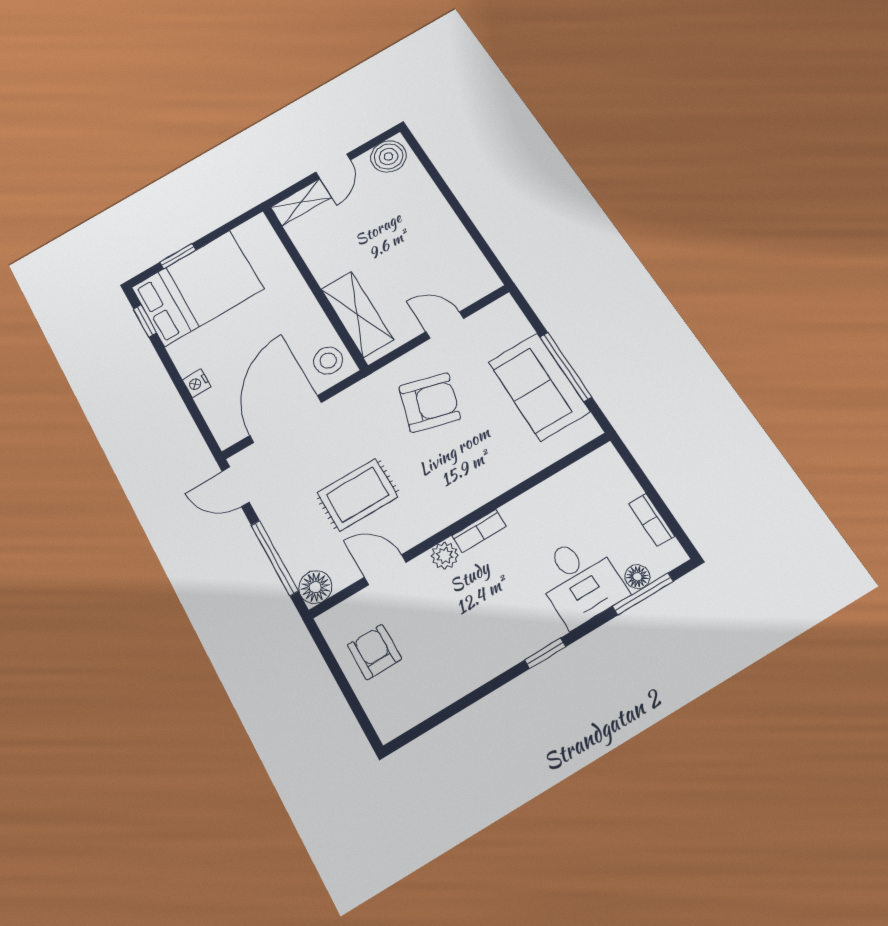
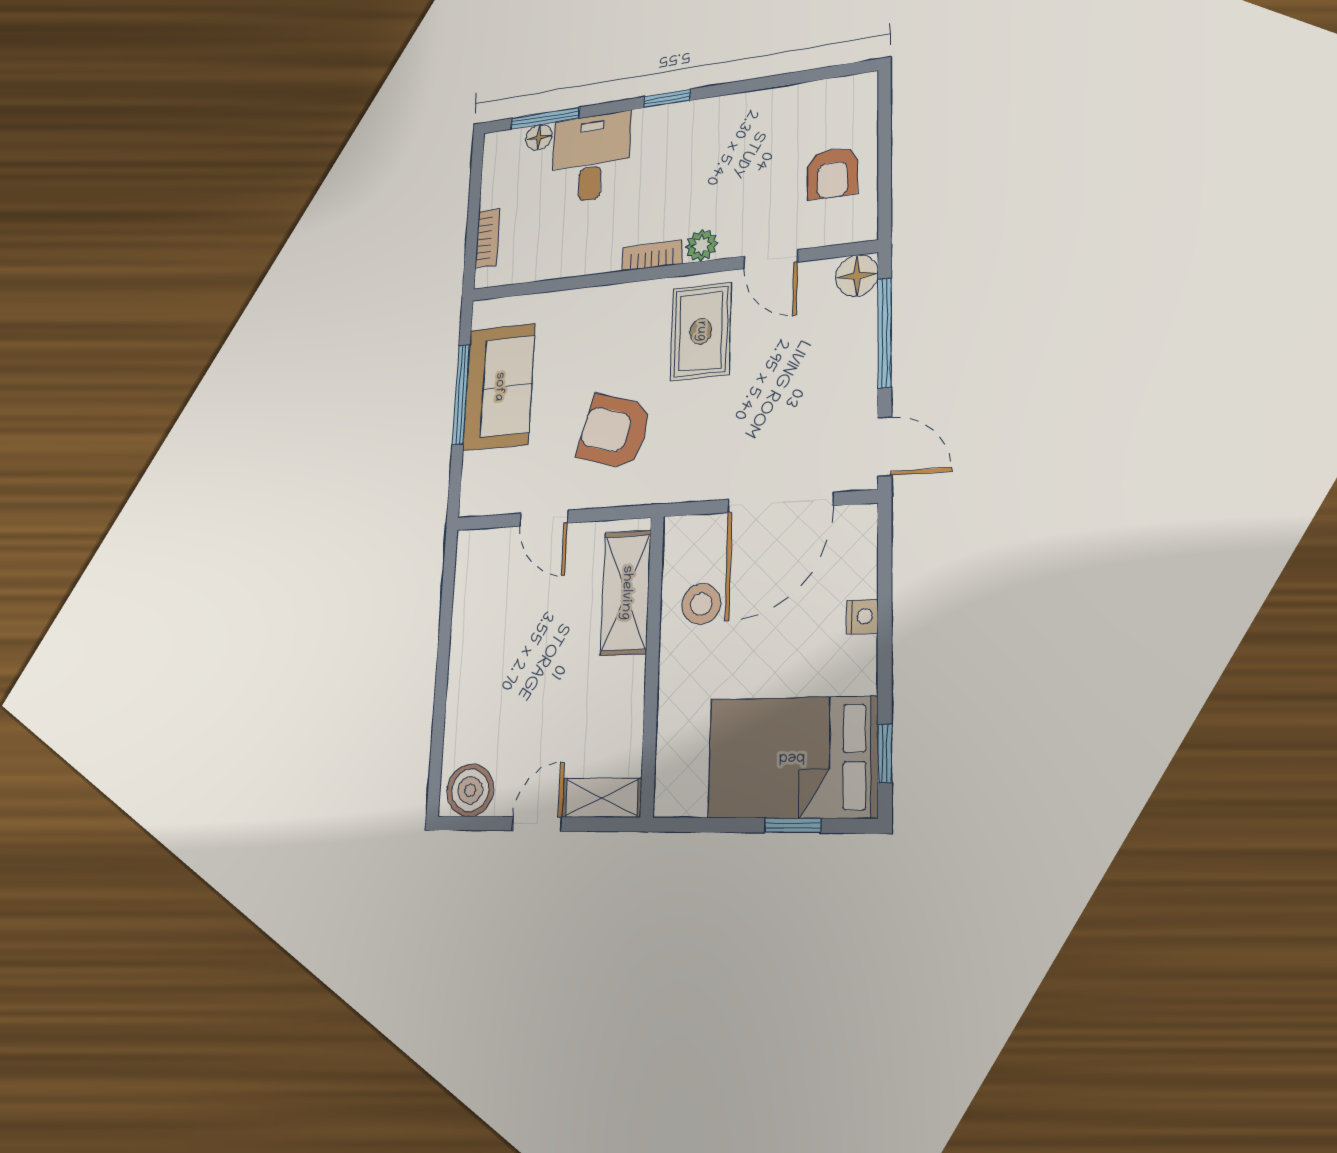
stool: (328, 361) -> (701, 604), moved
rug: (357, 495) -> (701, 331), moved, turned 90
bookcase: (651, 520) -> (488, 238), moved

